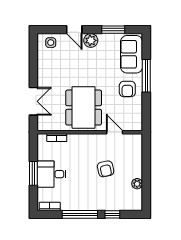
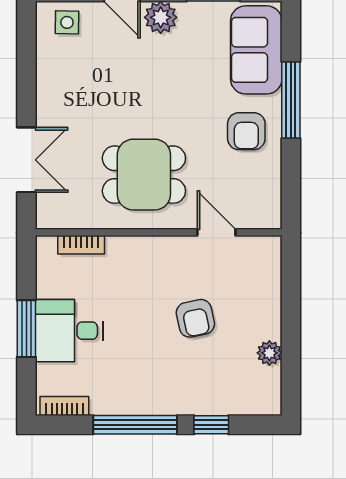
dining table: (84, 108) -> (144, 175), width x0.73

